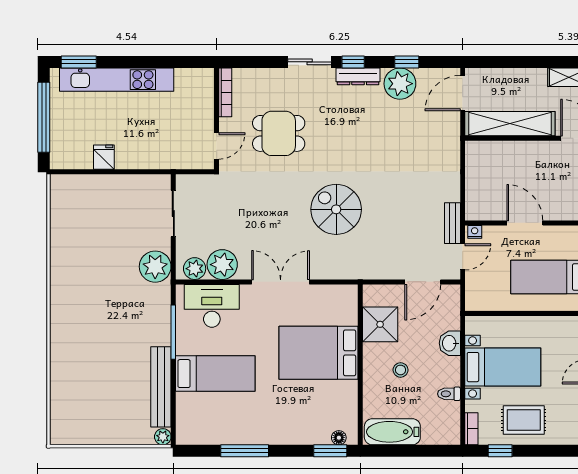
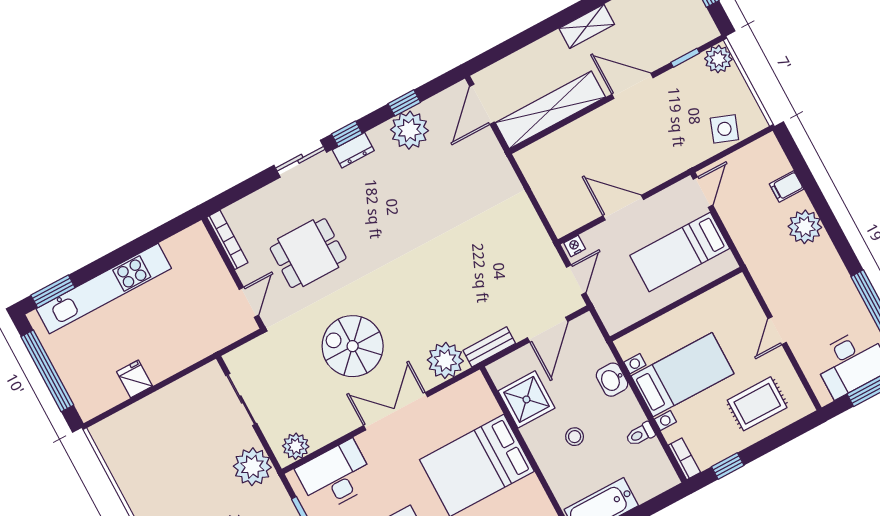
dresser: (358, 76) -> (353, 150), width x0.70
spiral stairs: (336, 209) -> (353, 346), moved
bench: (452, 223) -> (489, 347), moved, turned 90
plant: (222, 265) -> (445, 360), moved
rug: (524, 420) -> (757, 404), moved

